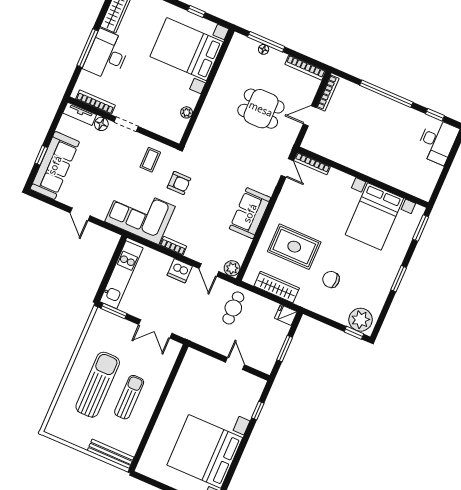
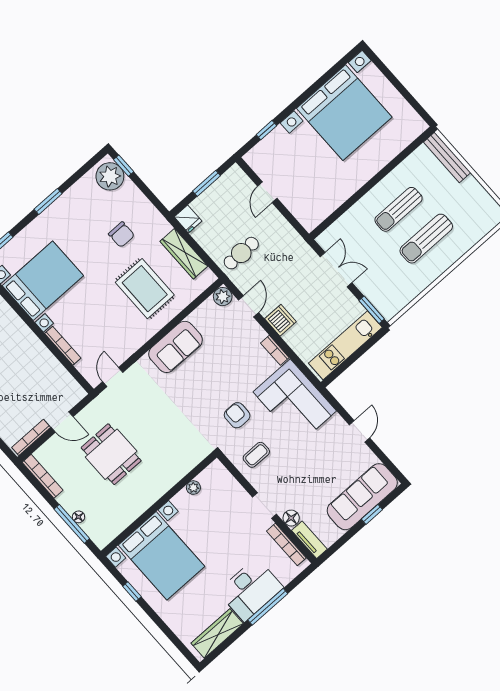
bookcase: (312, 164) -> (63, 346), moved
sun lounger: (98, 385) -> (426, 239), width x0.73, depth x0.75

